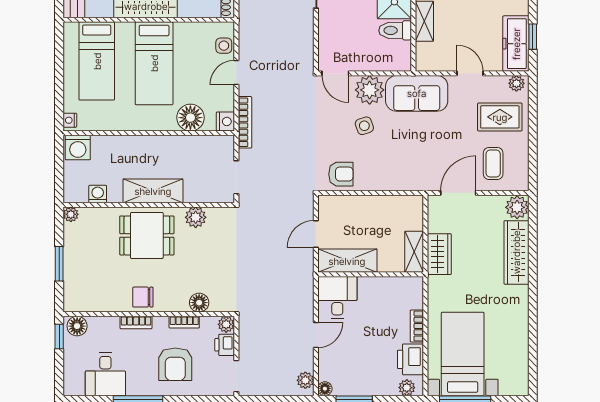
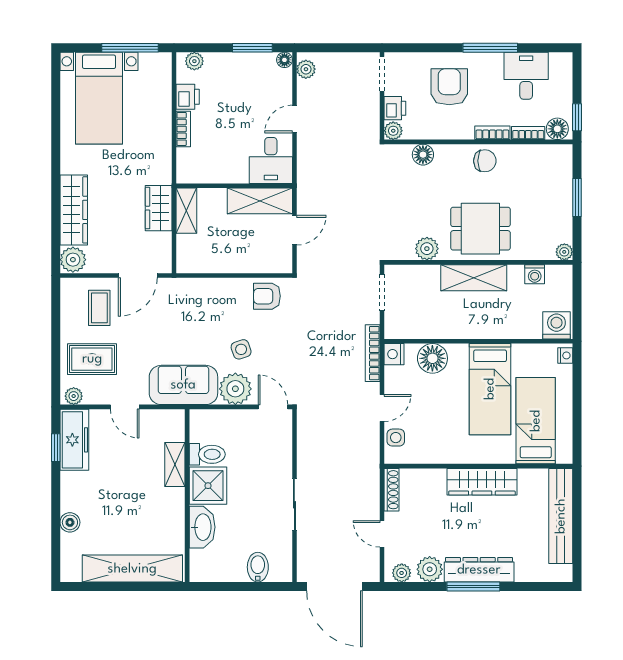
bed: (154, 63) -> (490, 389), moved, turned 180
bookcase: (184, 322) -> (528, 133), moved
bed with nightstands: (463, 354) -> (99, 98), moved
printer: (410, 359) -> (188, 97), width x0.73, depth x0.81

